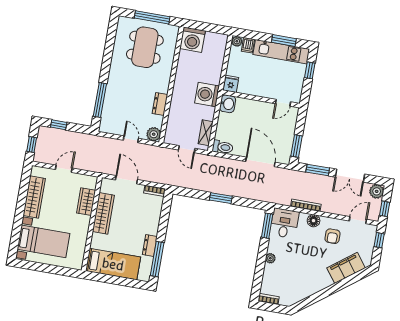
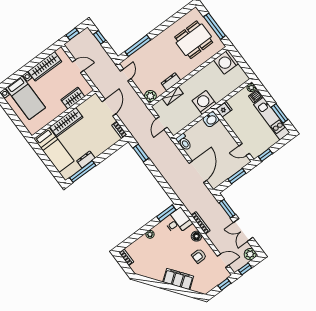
window: (310, 70) -> (265, 155), moved
shelving: (206, 133) -> (173, 96), moved
door: (131, 139) -> (126, 75), moved
window: (297, 146) -> (237, 176), moved
window: (221, 198) -> (141, 153), moved
wardrobe: (103, 213) -> (66, 122), moved
filing cabinet: (346, 268) -> (178, 279), moved

